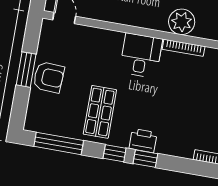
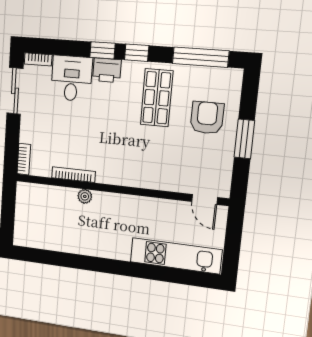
plant: (182, 22) -> (85, 196), width x0.53, depth x0.53
desk: (141, 55) -> (71, 78), moved, turned 180
armchair: (49, 77) -> (207, 118), moved, turned 87

